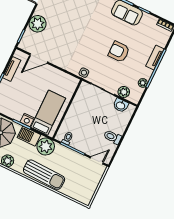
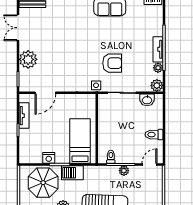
armchair: (119, 52) -> (112, 63), moved, turned 180
tv unit: (155, 58) -> (158, 49), moved
plant: (124, 92) -> (157, 85), moved
nightstand: (27, 120) -> (49, 158), moved
plant: (46, 147) -> (124, 171), moved, width x0.53, depth x0.53

